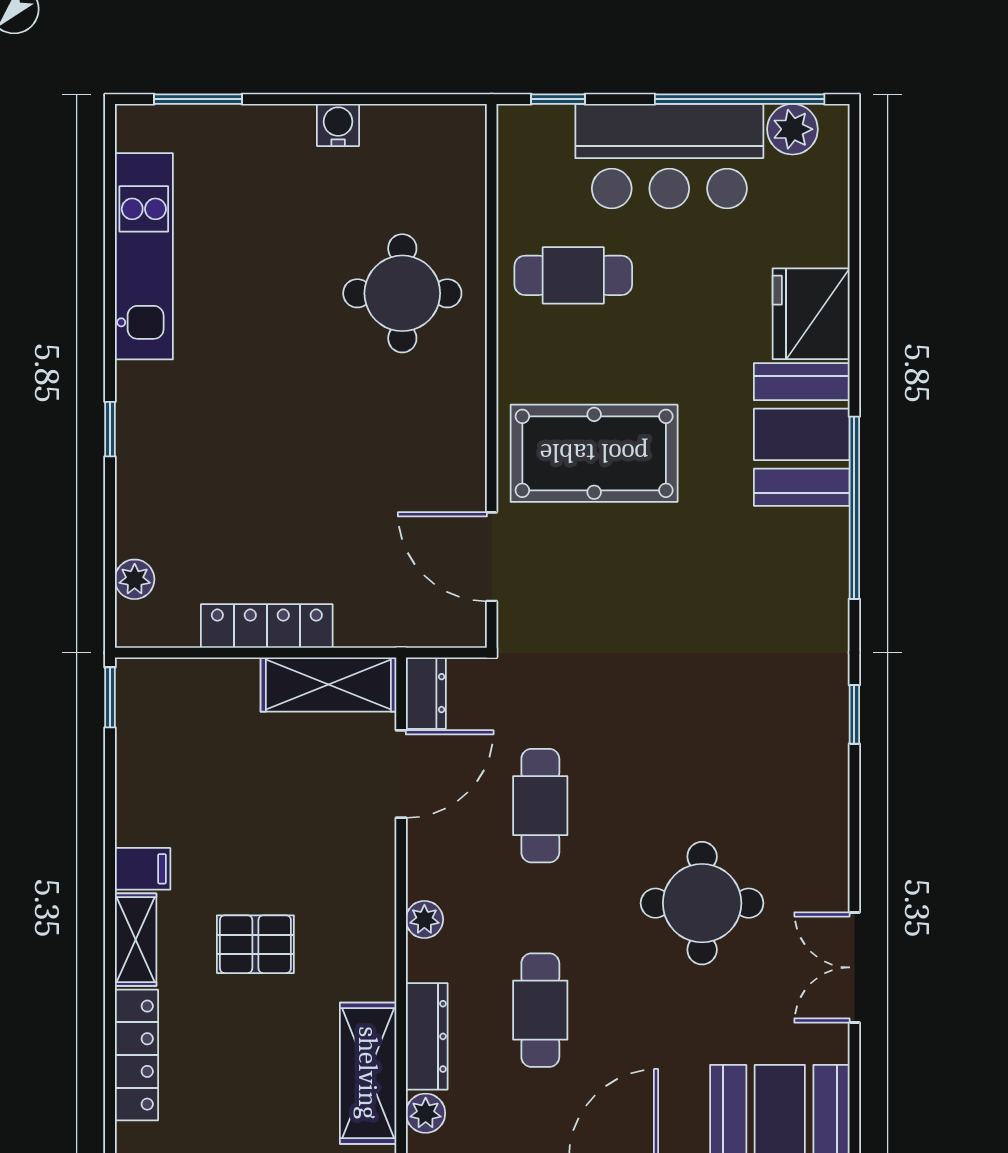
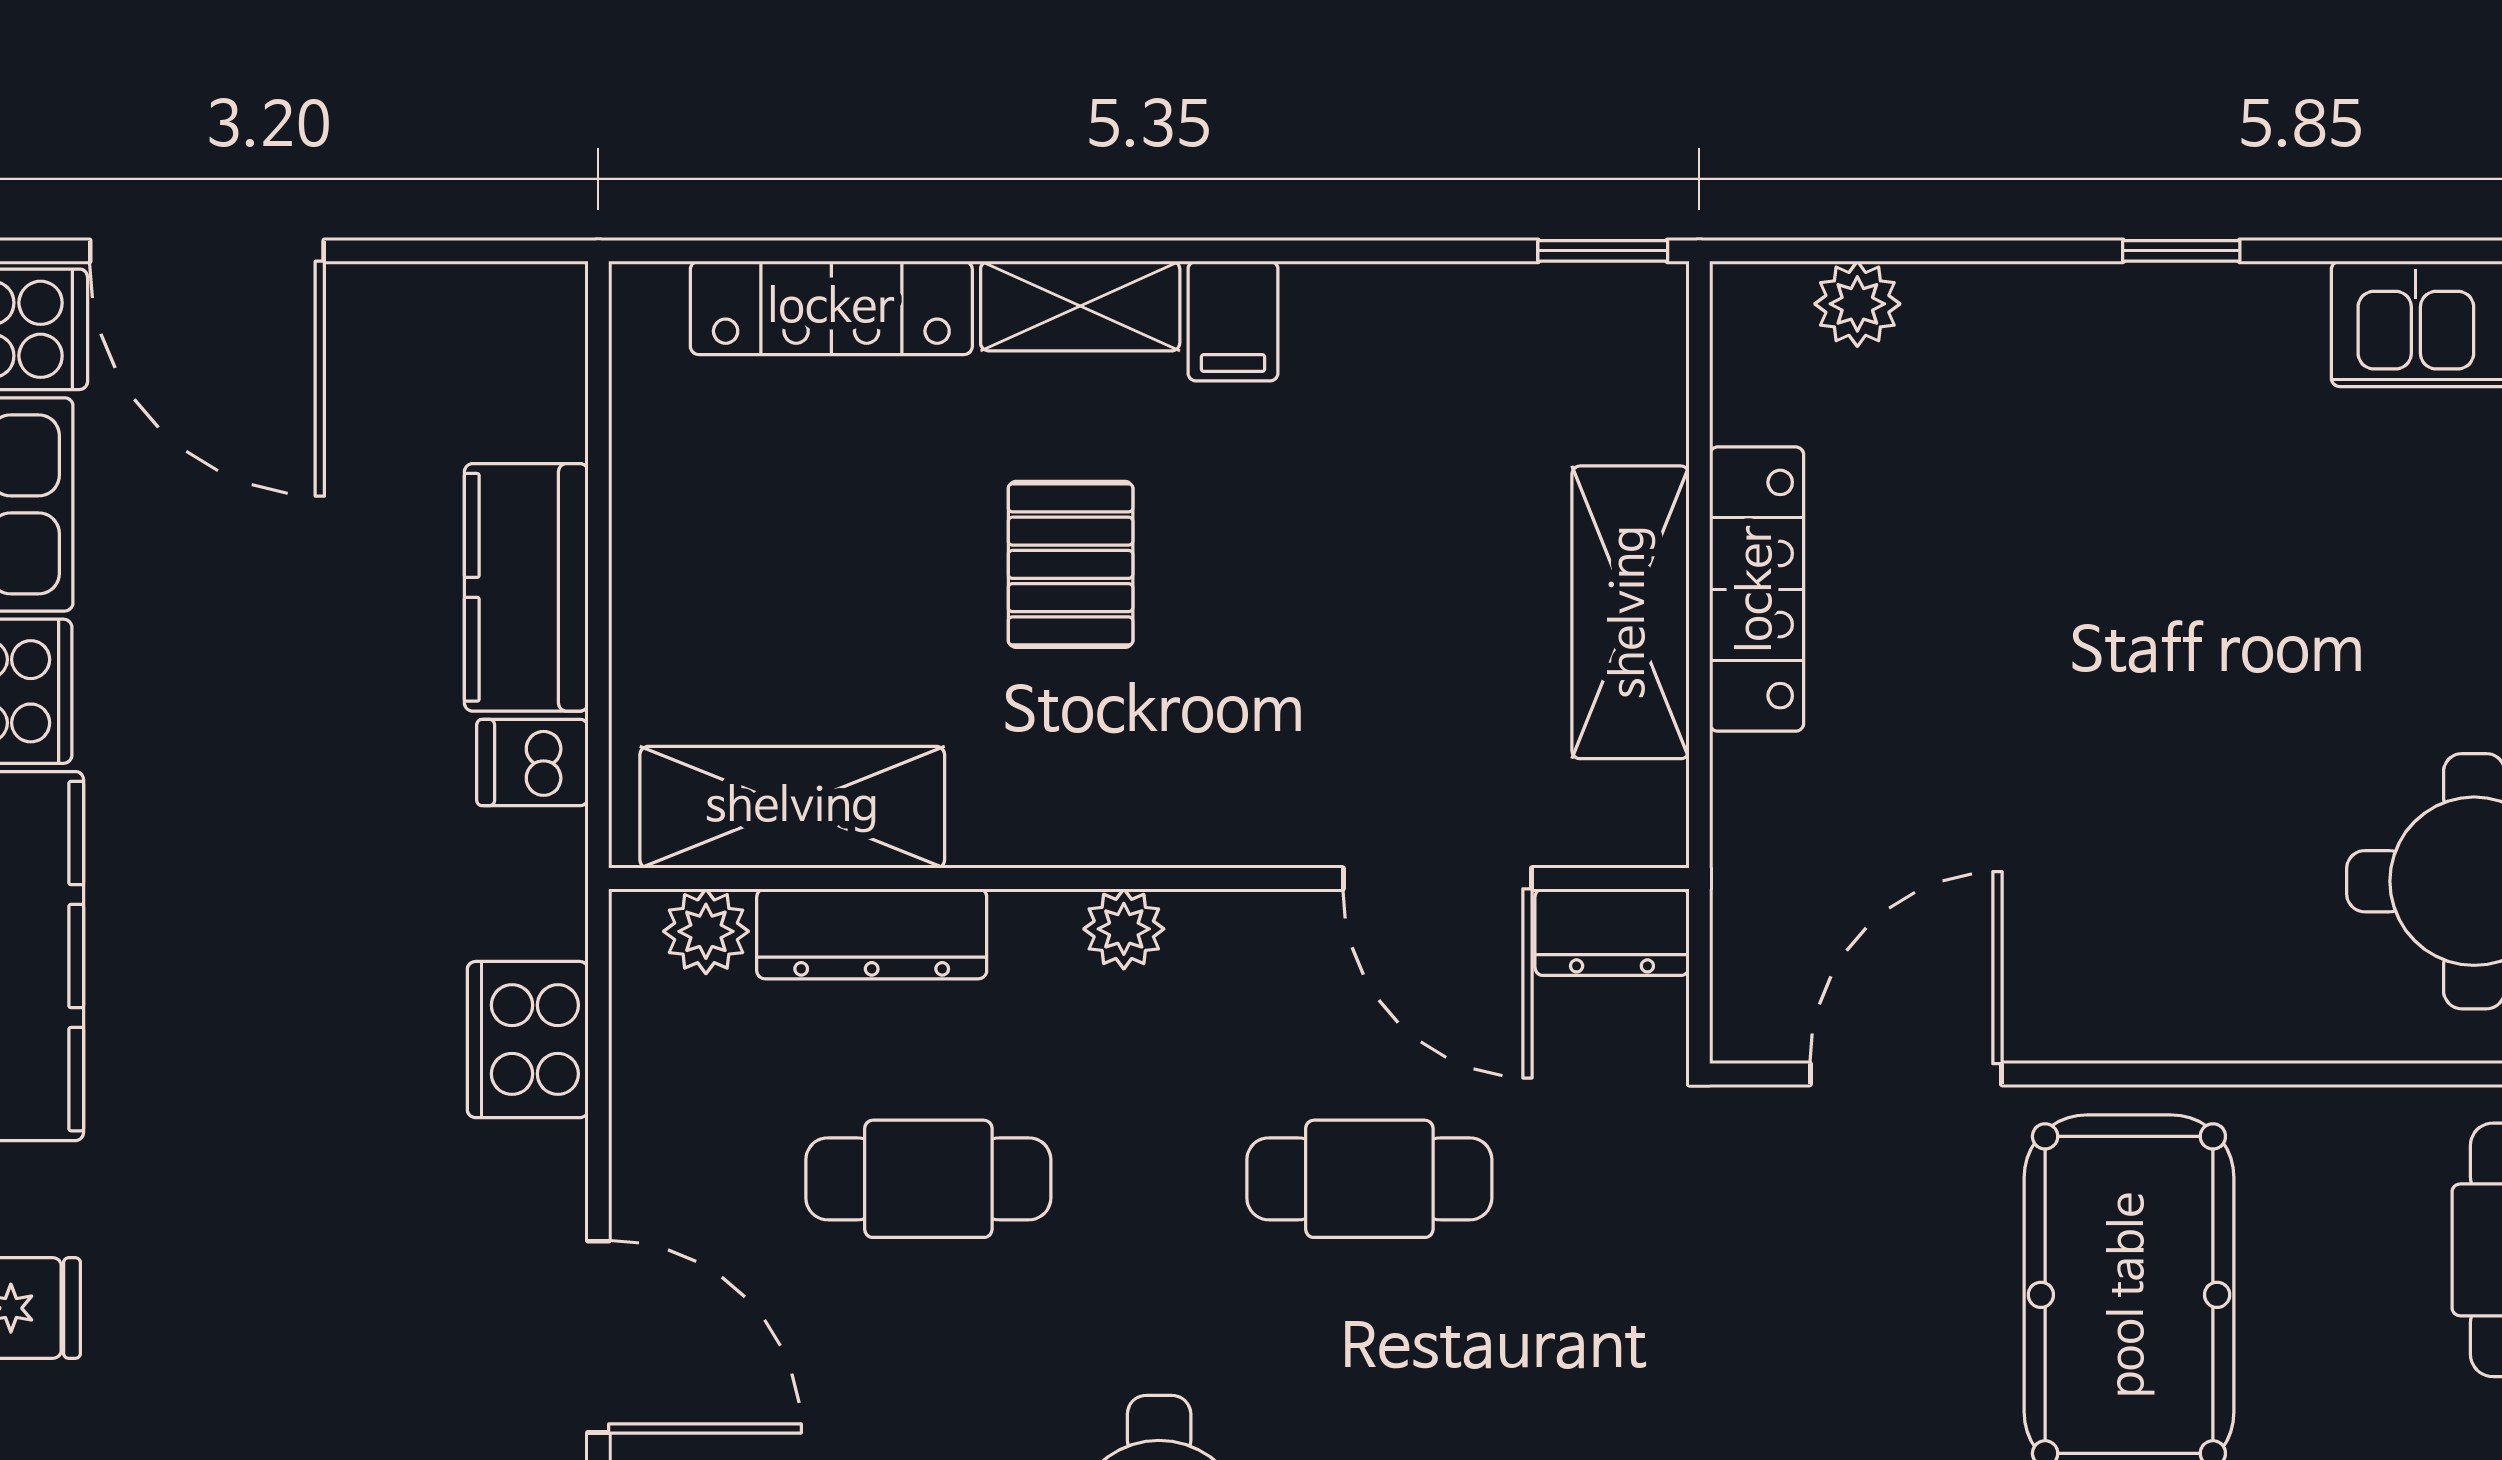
shelving: (328, 685) -> (1630, 612), moved

